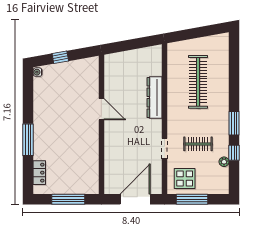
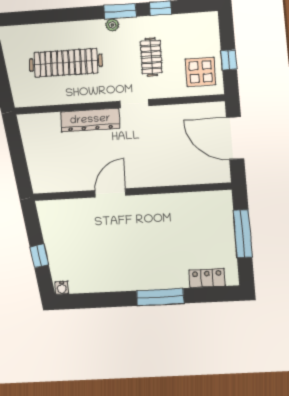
doorway: (165, 149) -> (134, 104), moved
plant: (224, 162) -> (112, 25), moved
window: (192, 199) -> (229, 60), width x0.46

